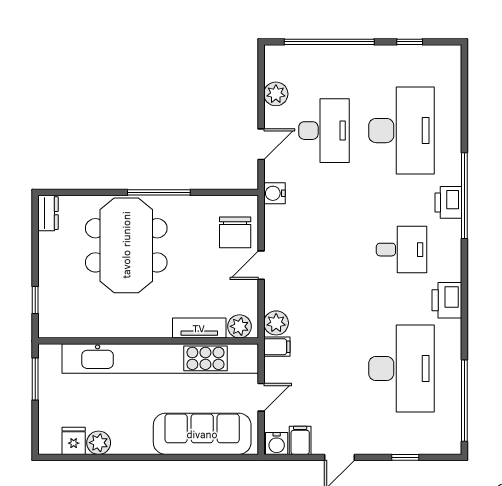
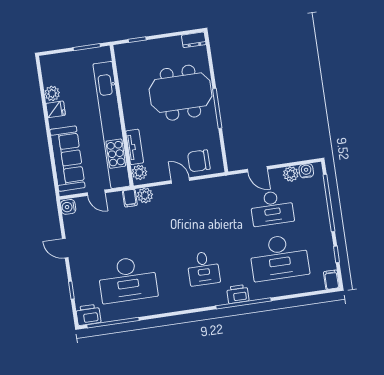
water cooler: (274, 193) -> (306, 171), moved
printer: (447, 300) -> (88, 315), moved
filing cabinet: (300, 440) -> (331, 280), moved, turned -90
fridge: (74, 441) -> (56, 109), moved

